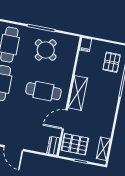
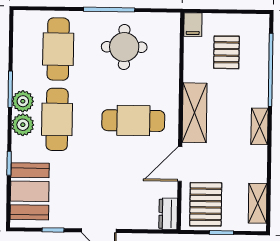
round table: (46, 50) -> (124, 47), turned -34
pallet: (112, 62) -> (226, 52), moved
shelving: (112, 107) -> (260, 126), added
pallet: (75, 144) -> (206, 204), turned 90

